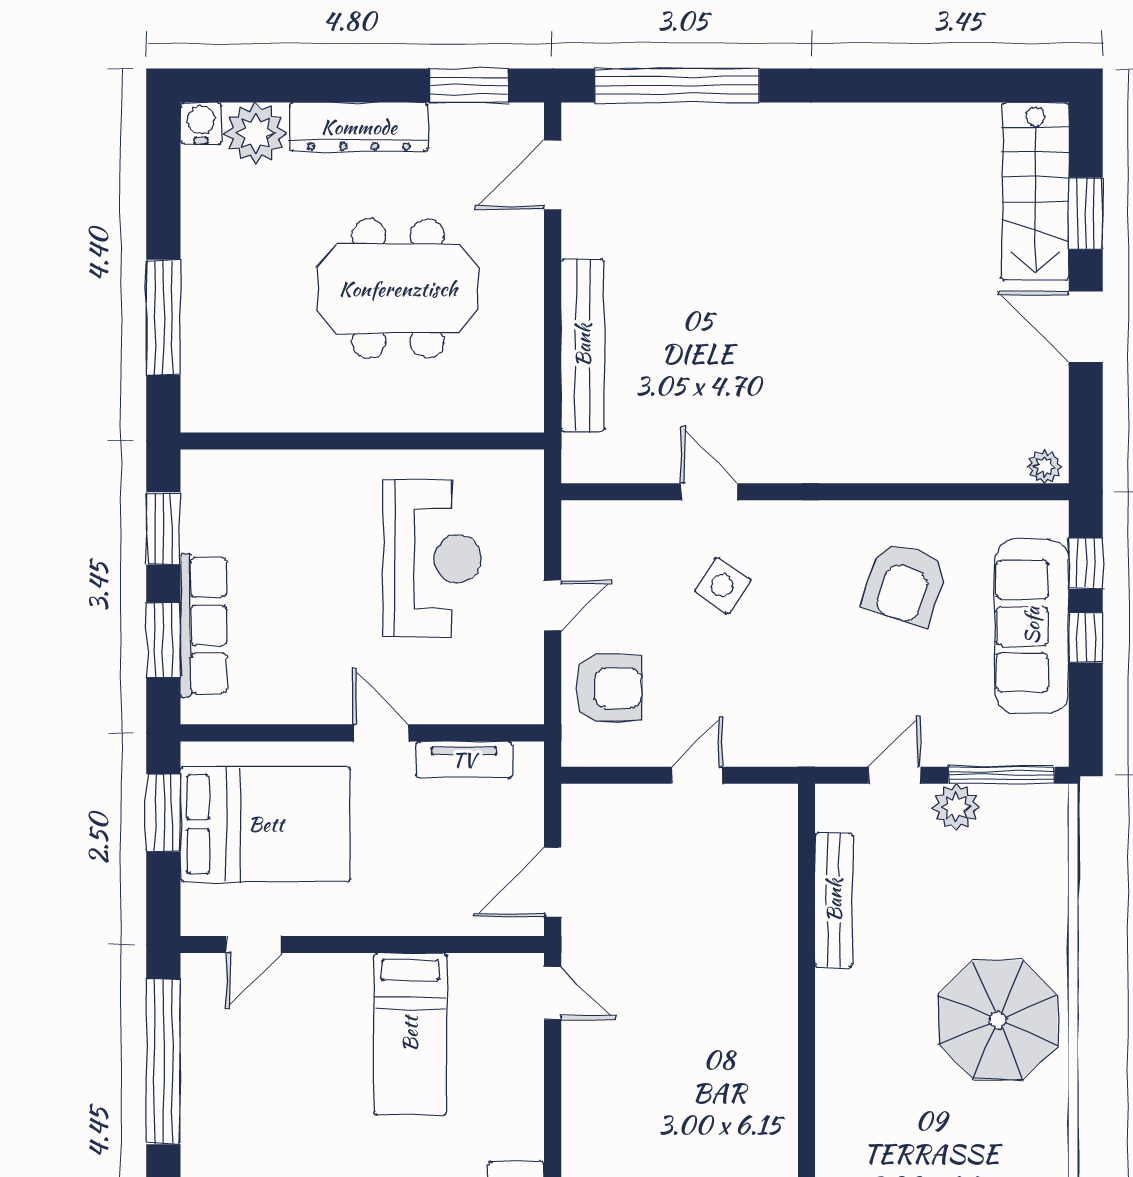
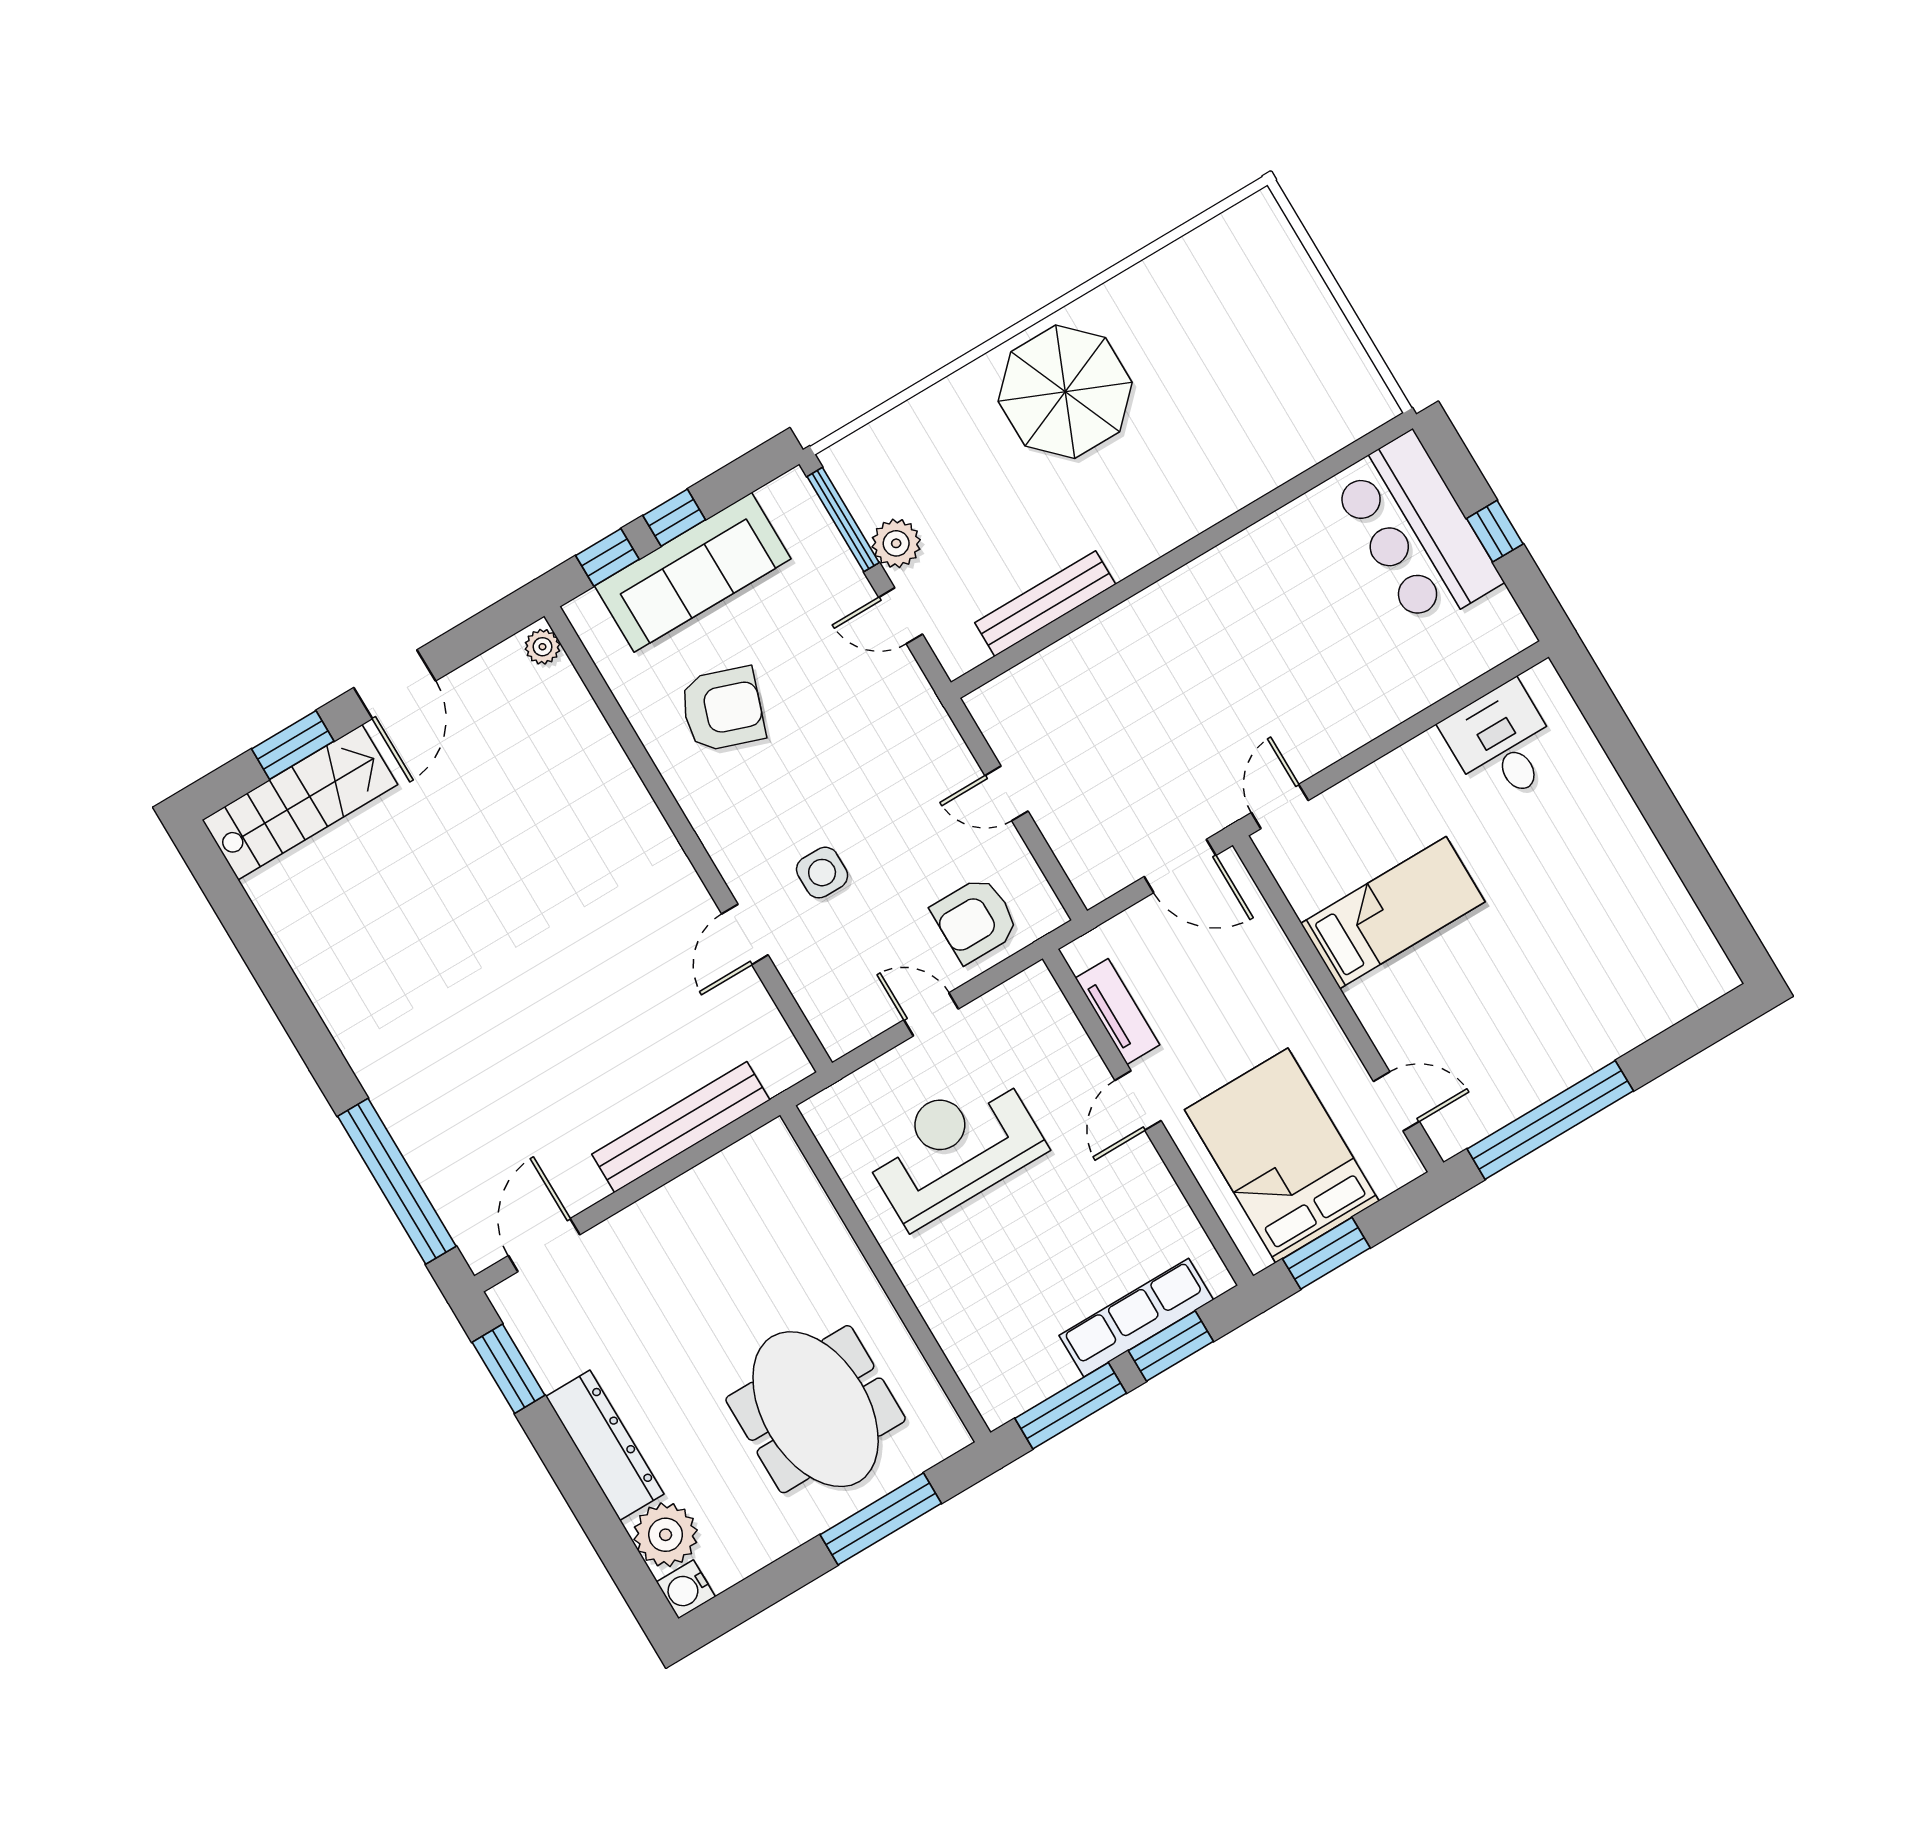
door: (553, 175) -> (544, 1245), swing flipped
meeting table: (398, 289) -> (816, 1409), moved
window: (163, 528) -> (1071, 1406), width x1.44
side table: (722, 585) -> (822, 873), turned -33
armchair: (609, 688) -> (975, 920), turned -90

